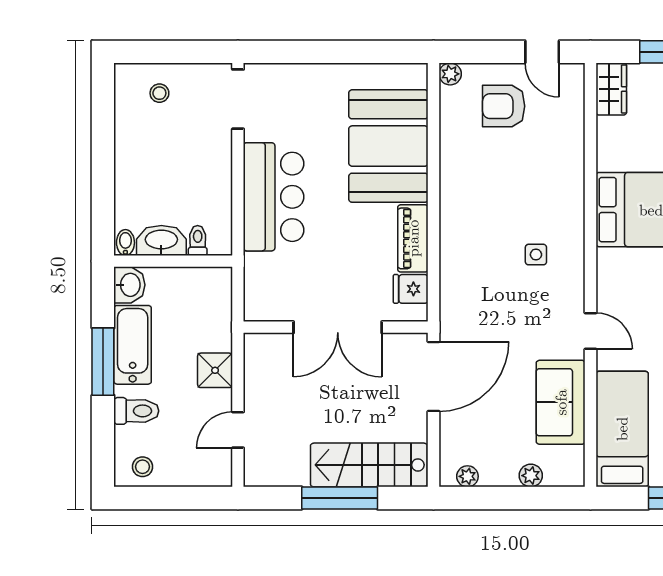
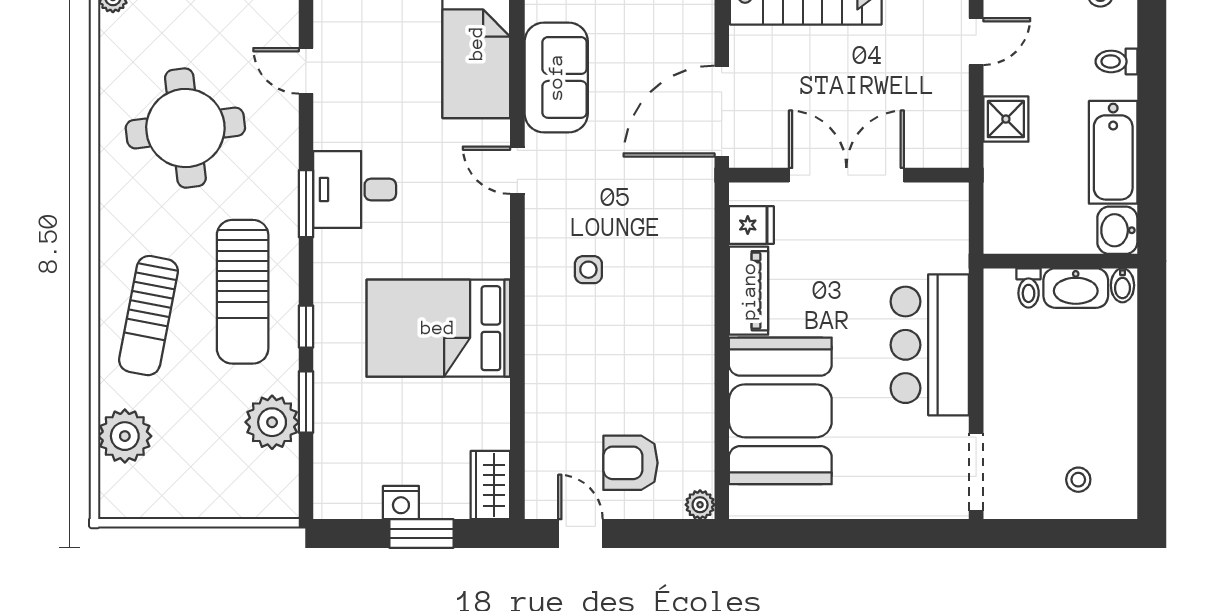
armchair: (504, 106) -> (630, 463), turned 180
window: (103, 362) -> (1152, 130), removed
toilet: (136, 411) -> (1116, 61), width x0.73, depth x0.72

